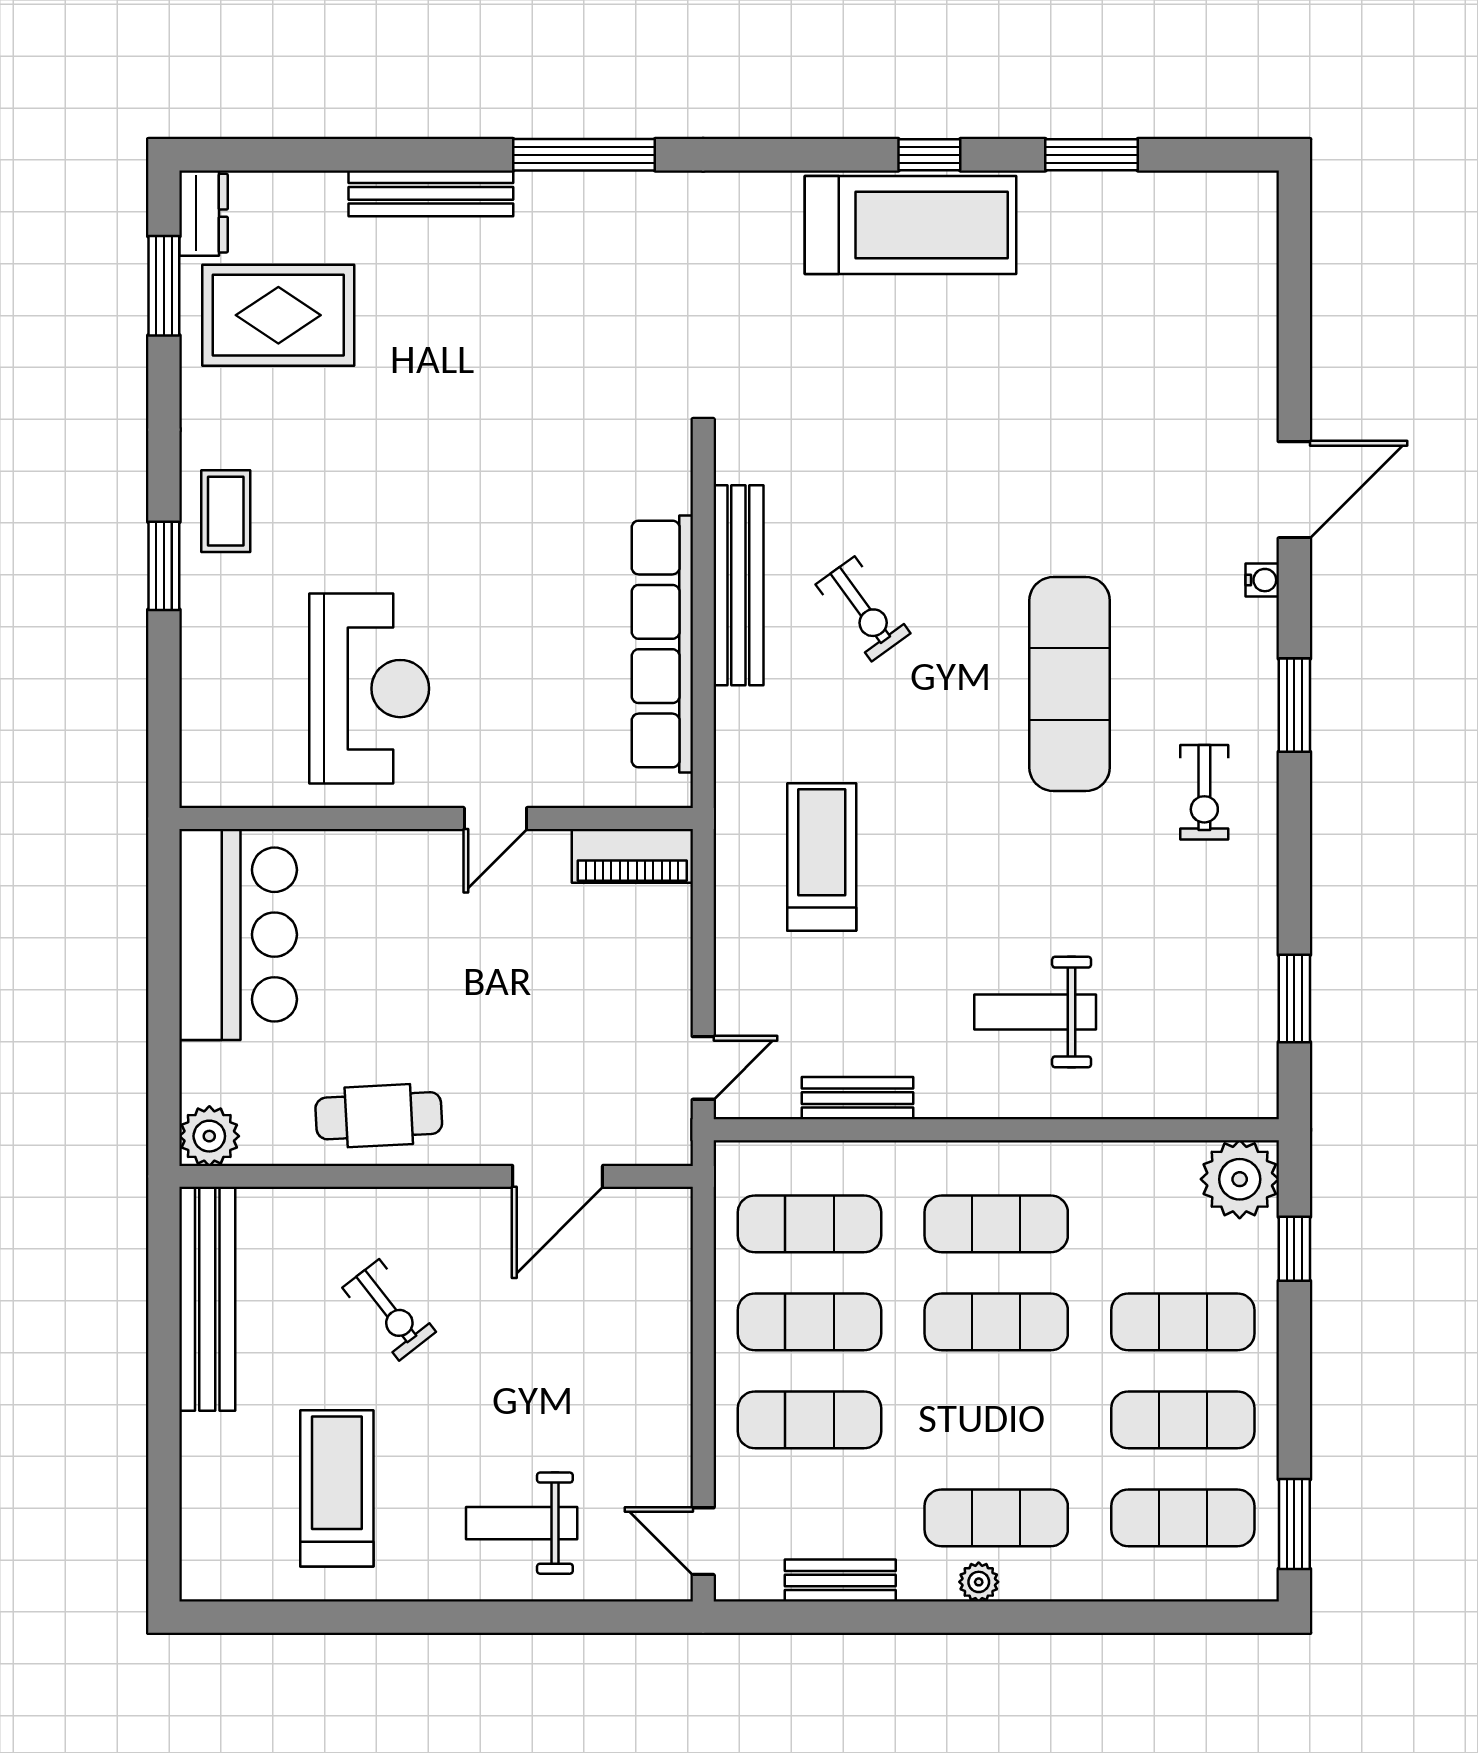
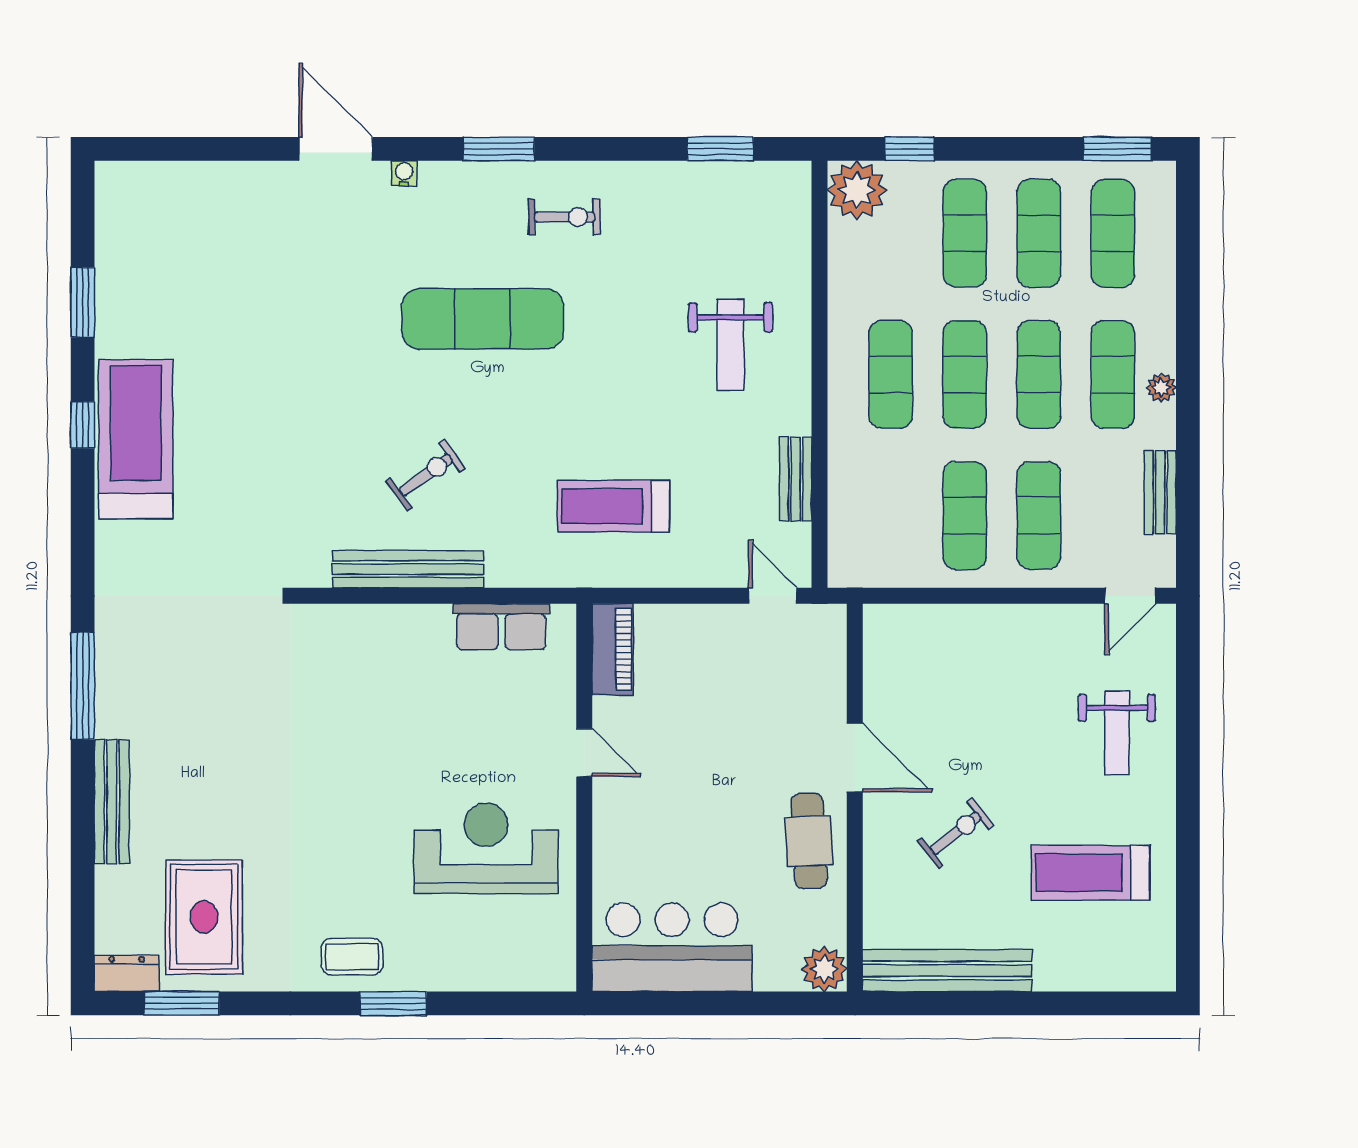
row of seats: (662, 644) -> (501, 627), width x0.50
door: (558, 1176) -> (855, 758), moved
exercise mat: (809, 1224) -> (1039, 374), moved

